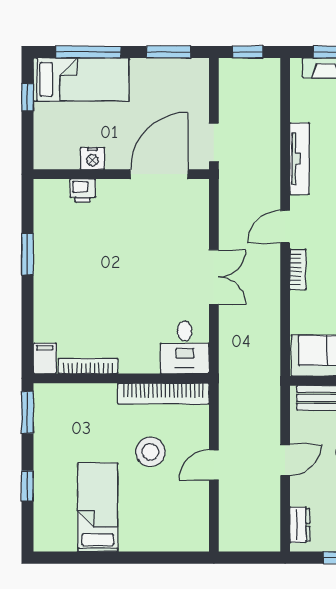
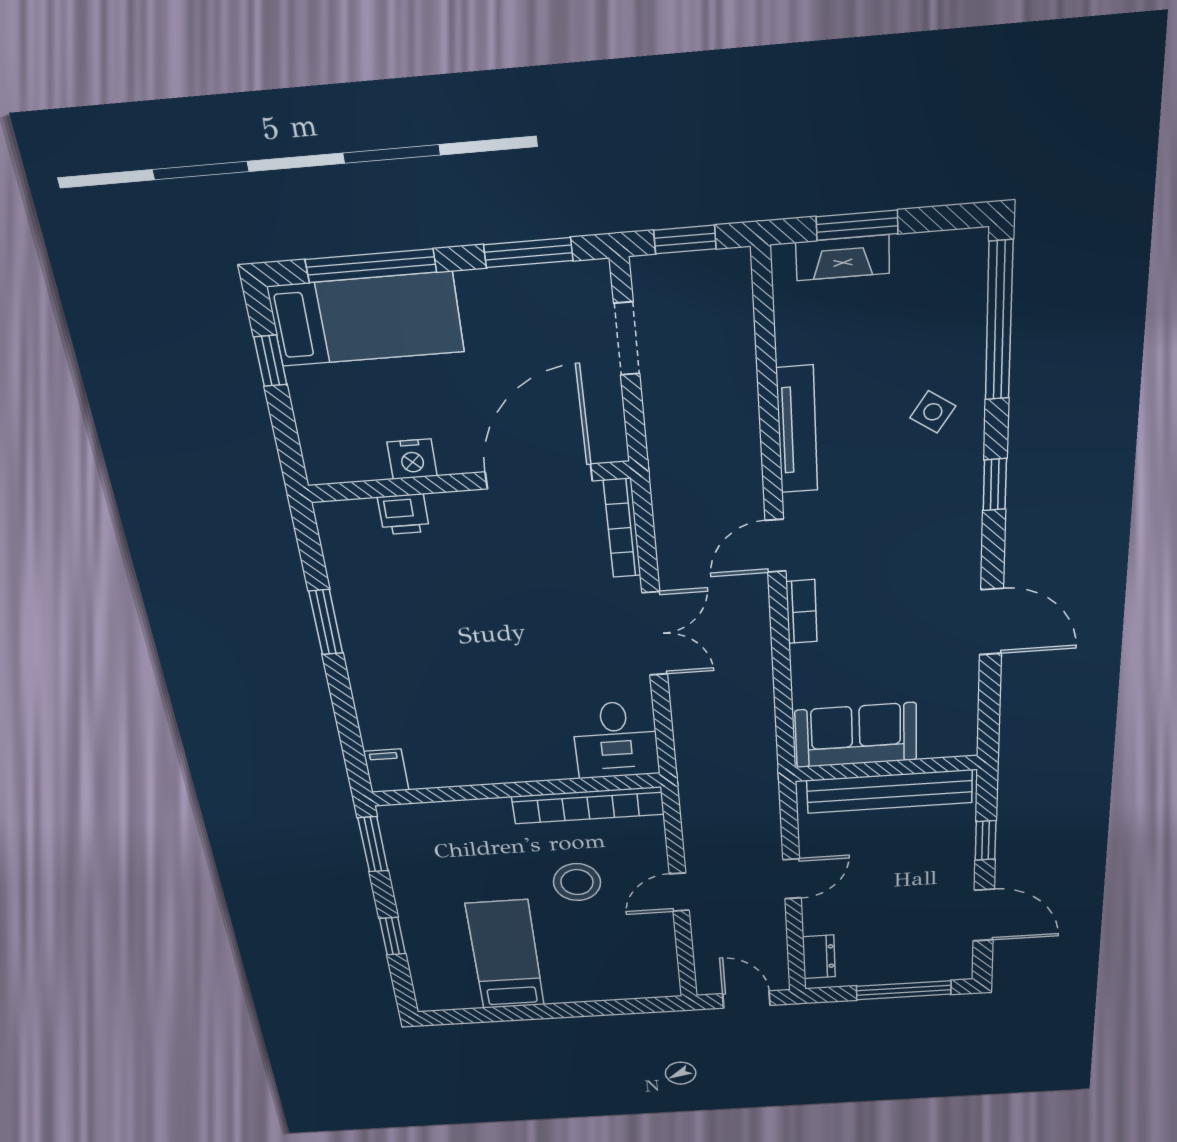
doorway: (214, 142) -> (627, 339), moved
bookcase: (88, 366) -> (622, 528), moved, turned -90
door: (251, 558) -> (746, 999), added

